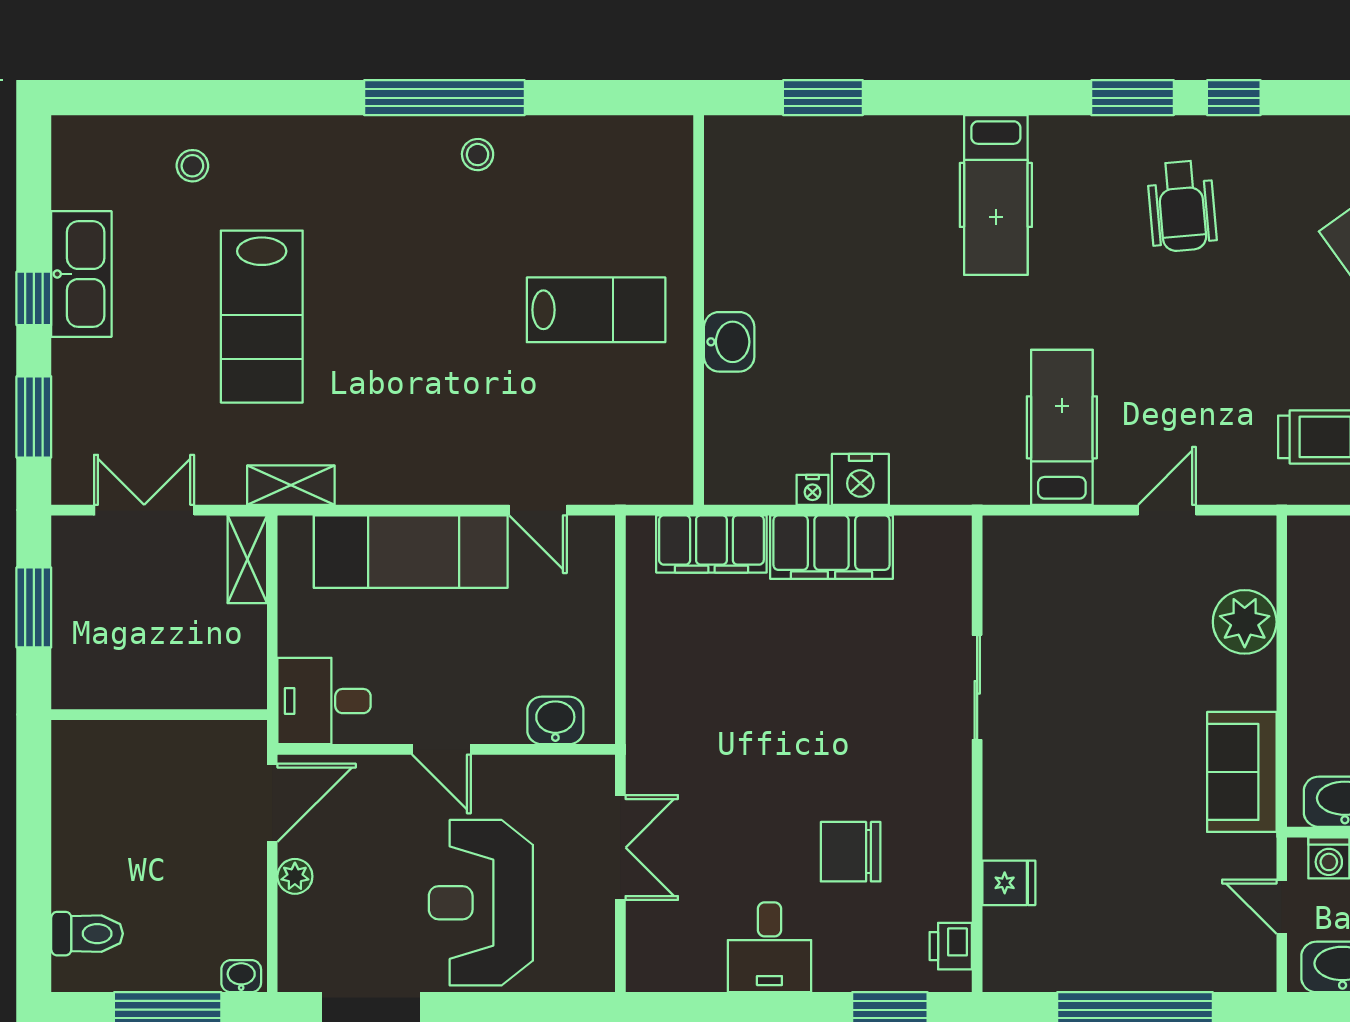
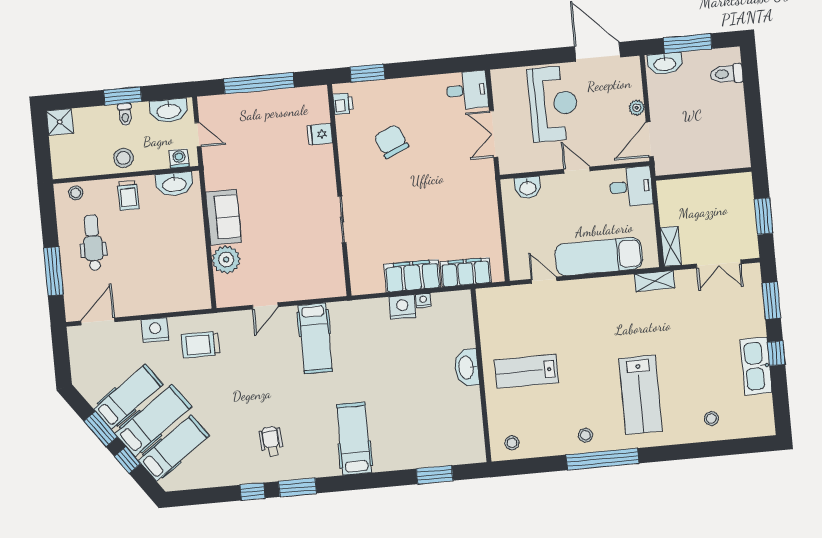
stool: (643, 153) -> (512, 443), added
wheelchair: (1182, 206) -> (271, 441), width x0.73, depth x0.73
lab bench: (262, 317) -> (640, 395), moved, turned 180
washbasin: (729, 342) -> (467, 368), width x1.38
sofa: (1242, 772) -> (223, 217), moved
chair: (851, 852) -> (391, 142), turned -113
desk: (769, 947) -> (467, 90), moved, turned 90
washbasin: (241, 976) -> (665, 64), width x1.91, depth x1.45

